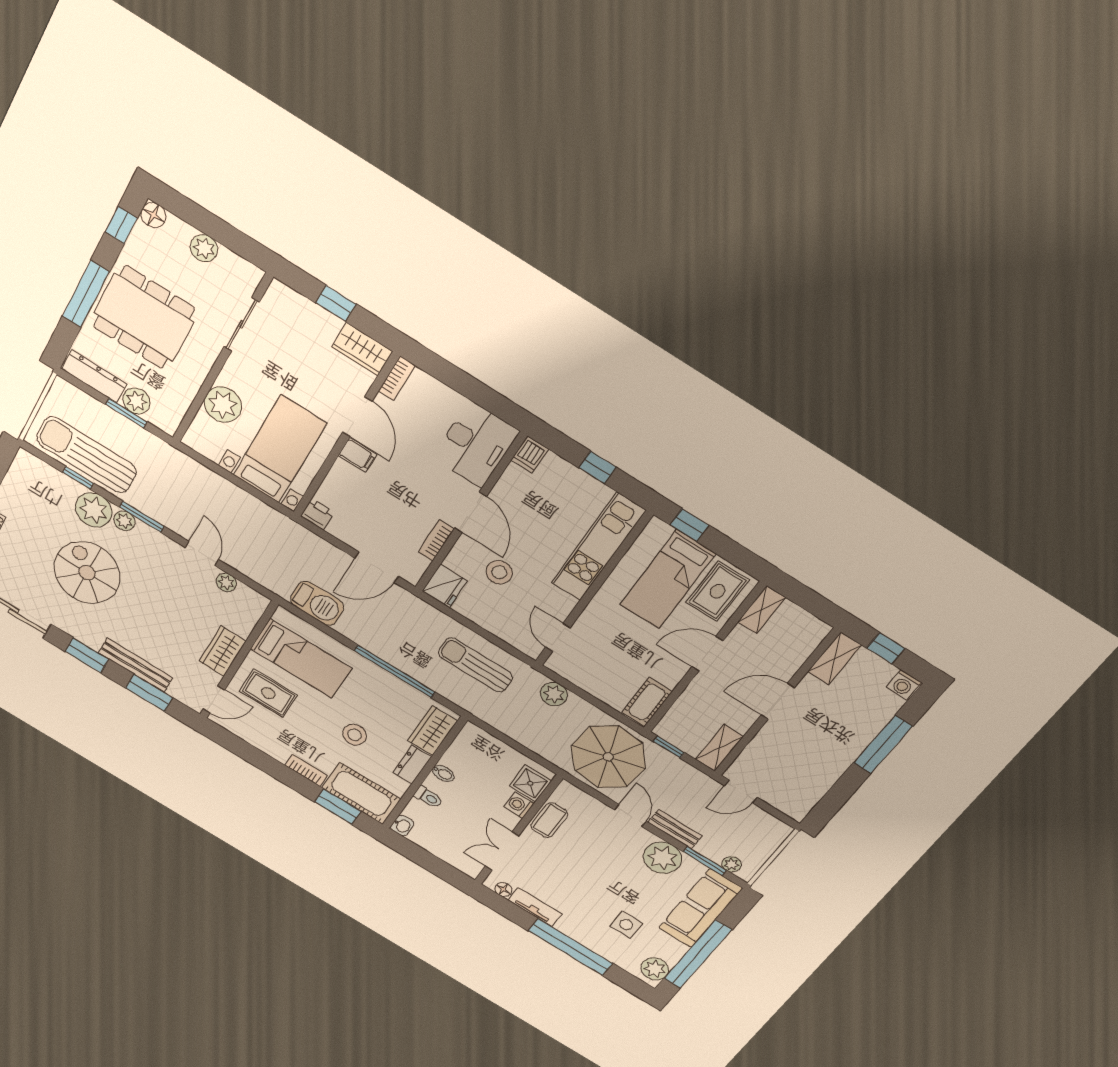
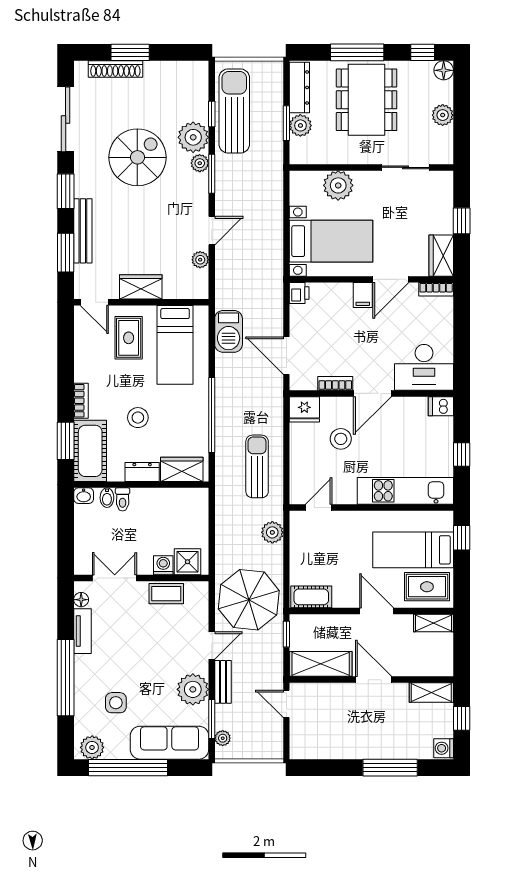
shelving: (719, 748) -> (321, 664), width x1.50, depth x1.33
bidet: (443, 773) -> (107, 498), moved

